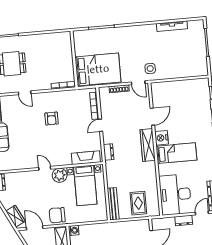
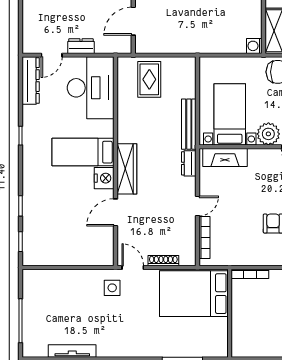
bench: (113, 204) -> (189, 124), moved

